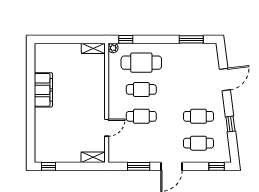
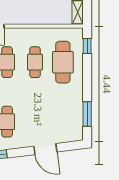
plant: (113, 48) -> (78, 33), removed

